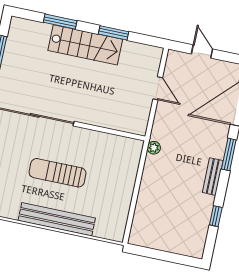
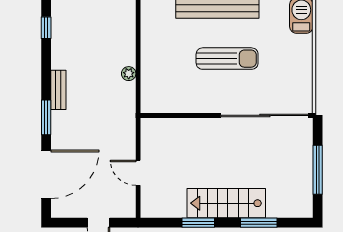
plant: (154, 148) -> (129, 74), moved
window: (216, 216) -> (46, 28), moved

